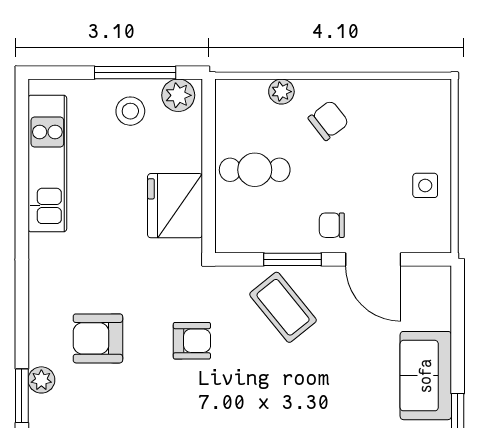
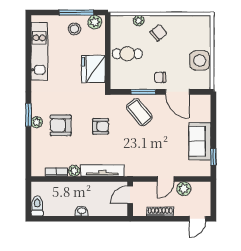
side table: (425, 185) -> (200, 60), width x1.87, depth x1.87
plant: (41, 380) -> (37, 122), moved
window: (22, 396) -> (28, 115), moved

